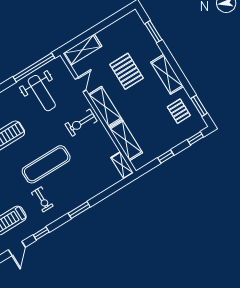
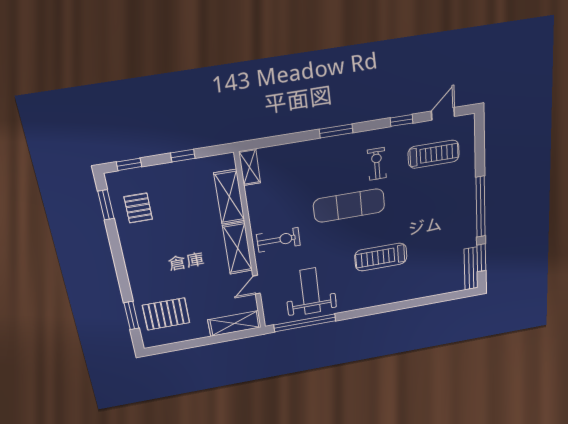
pallet: (127, 71) -> (166, 314), moved, turned 90
shelving: (167, 74) -> (135, 259), removed

